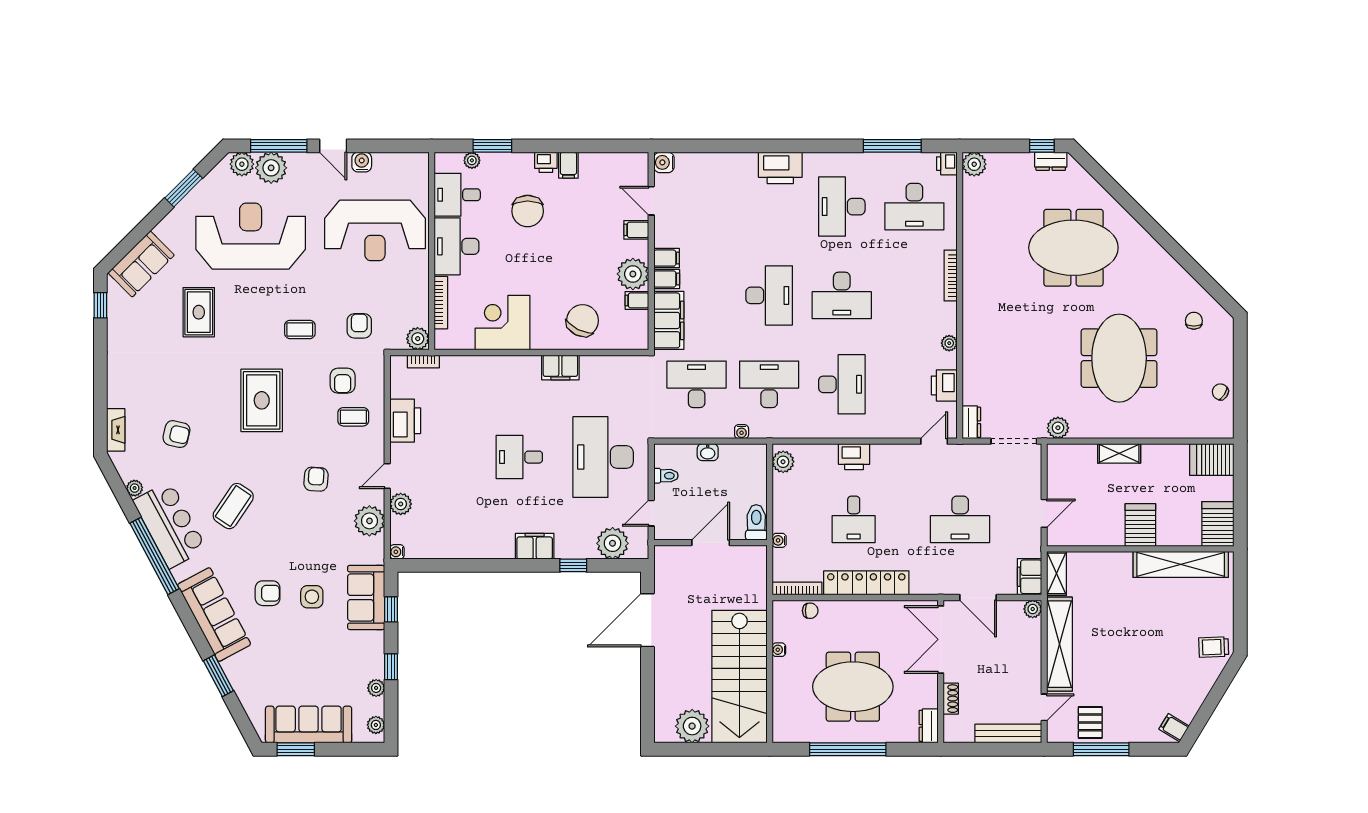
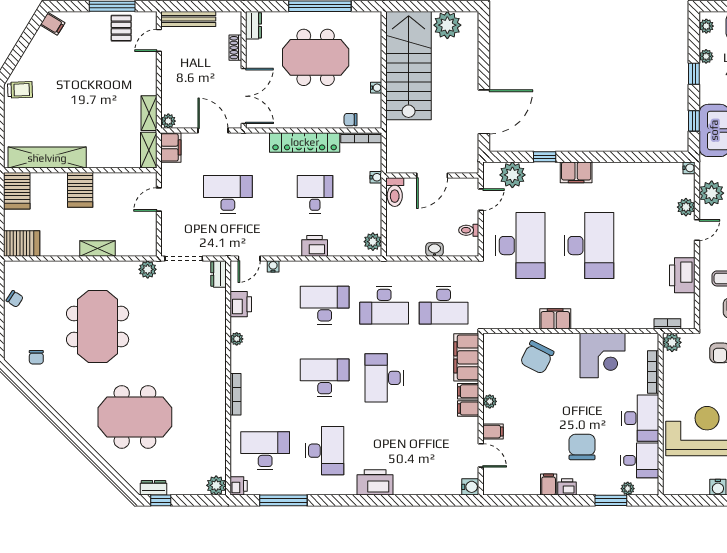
plant: (633, 274) -> (490, 401), width x0.53, depth x0.53
filing cabinet: (637, 300) -> (493, 374), removed
desk: (842, 384) -> (325, 305), turned 90
water cooler: (742, 432) -> (273, 266), moved
desk: (519, 457) -> (589, 246), width x1.87, depth x1.30
shelving: (1060, 644) -> (149, 113), width x0.45, depth x0.75

